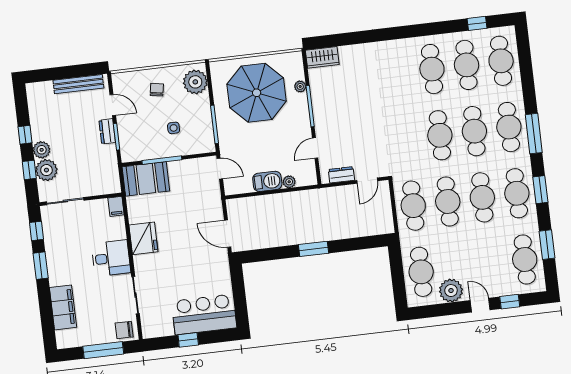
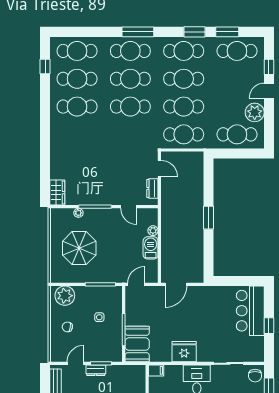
parasol: (257, 93) -> (79, 248), width x0.73, depth x0.73
window: (540, 190) -> (194, 32), moved
door: (228, 234) -> (176, 284), moved

